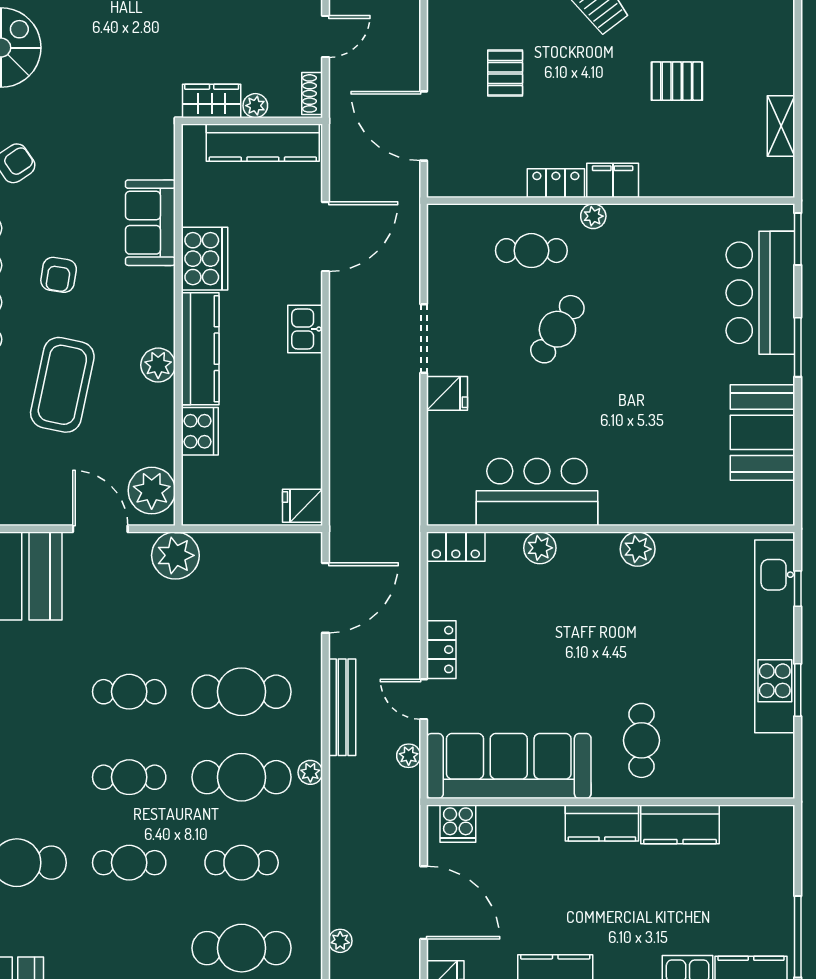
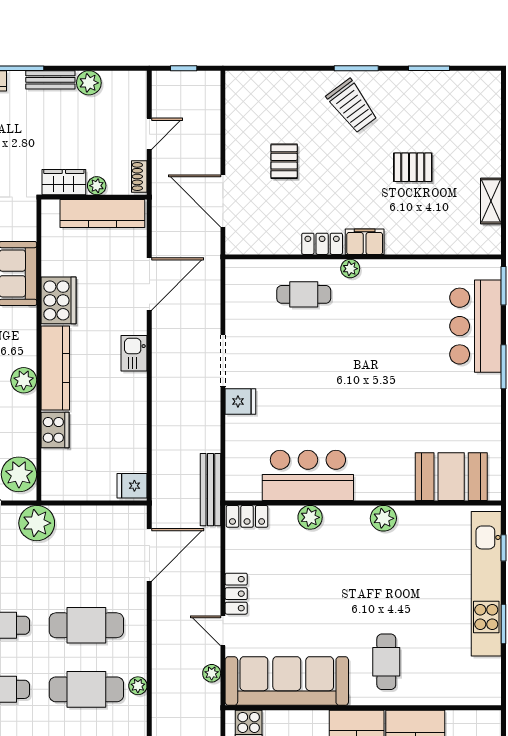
cafe table: (557, 329) -> (323, 353), removed
booth: (763, 432) -> (451, 477), moved, turned 90
bench: (342, 707) -> (210, 490), moved

